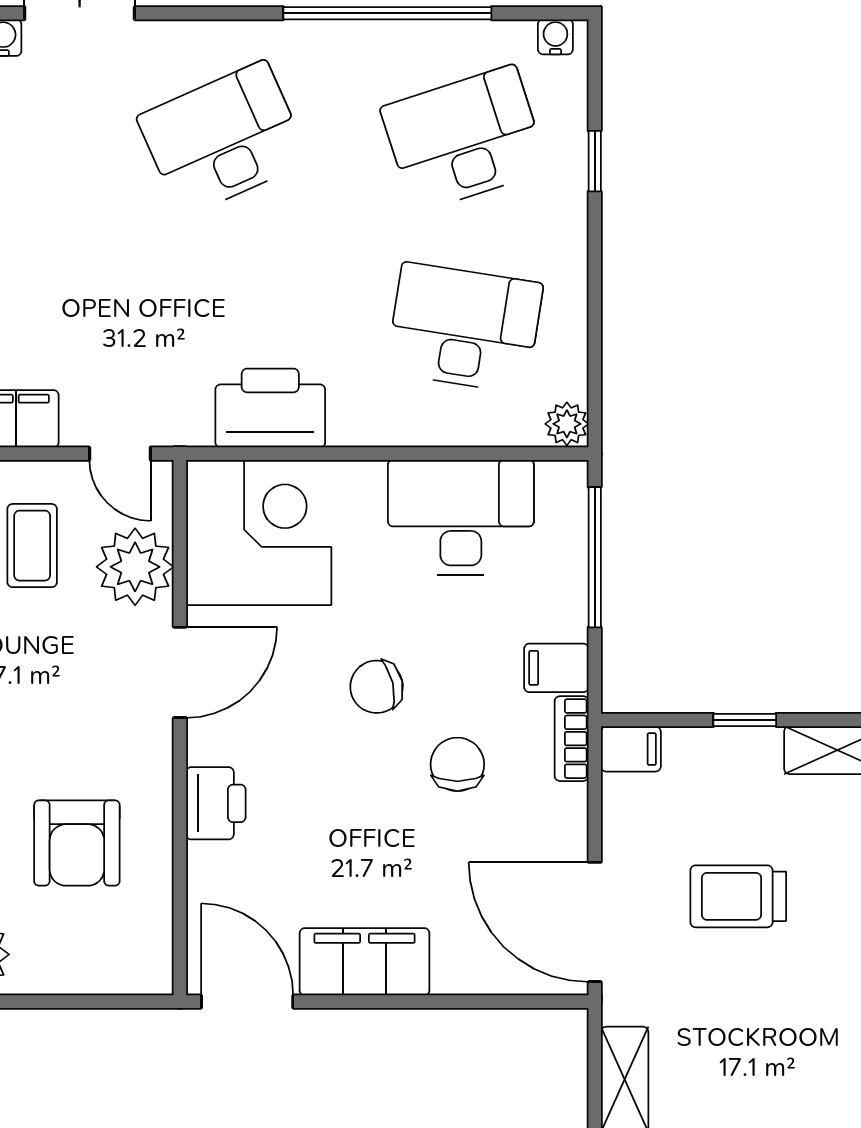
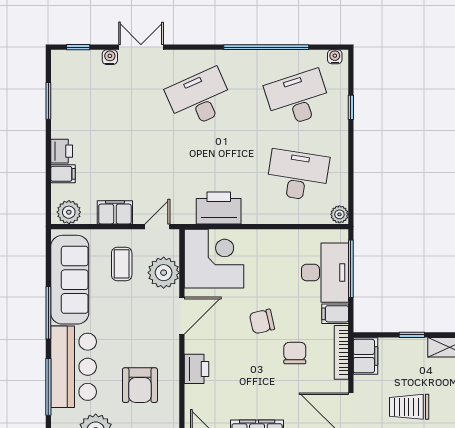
door: (120, 454) -> (157, 227), swing flipped
desk: (461, 517) -> (325, 273), moved, turned 90
bookcase: (572, 739) -> (341, 352), width x1.56
filing cabinet: (631, 749) -> (365, 356), width x2.00

